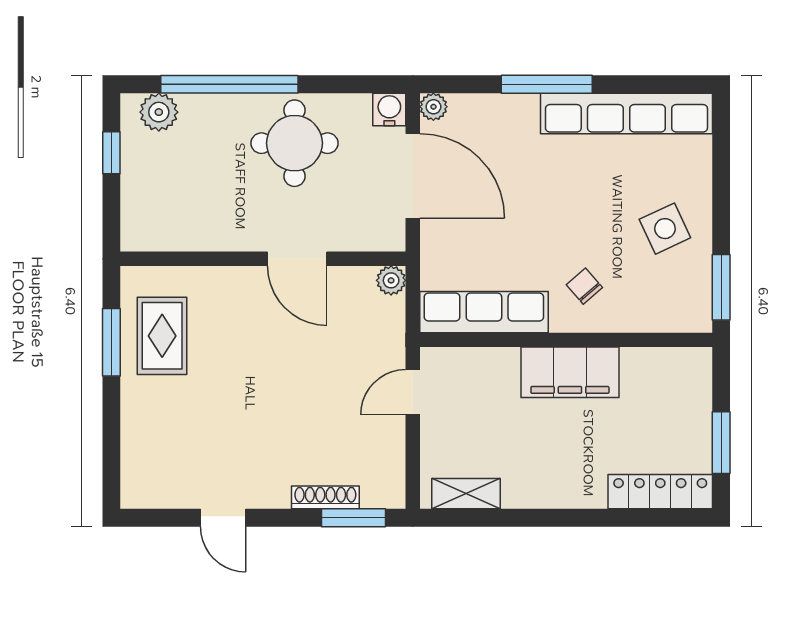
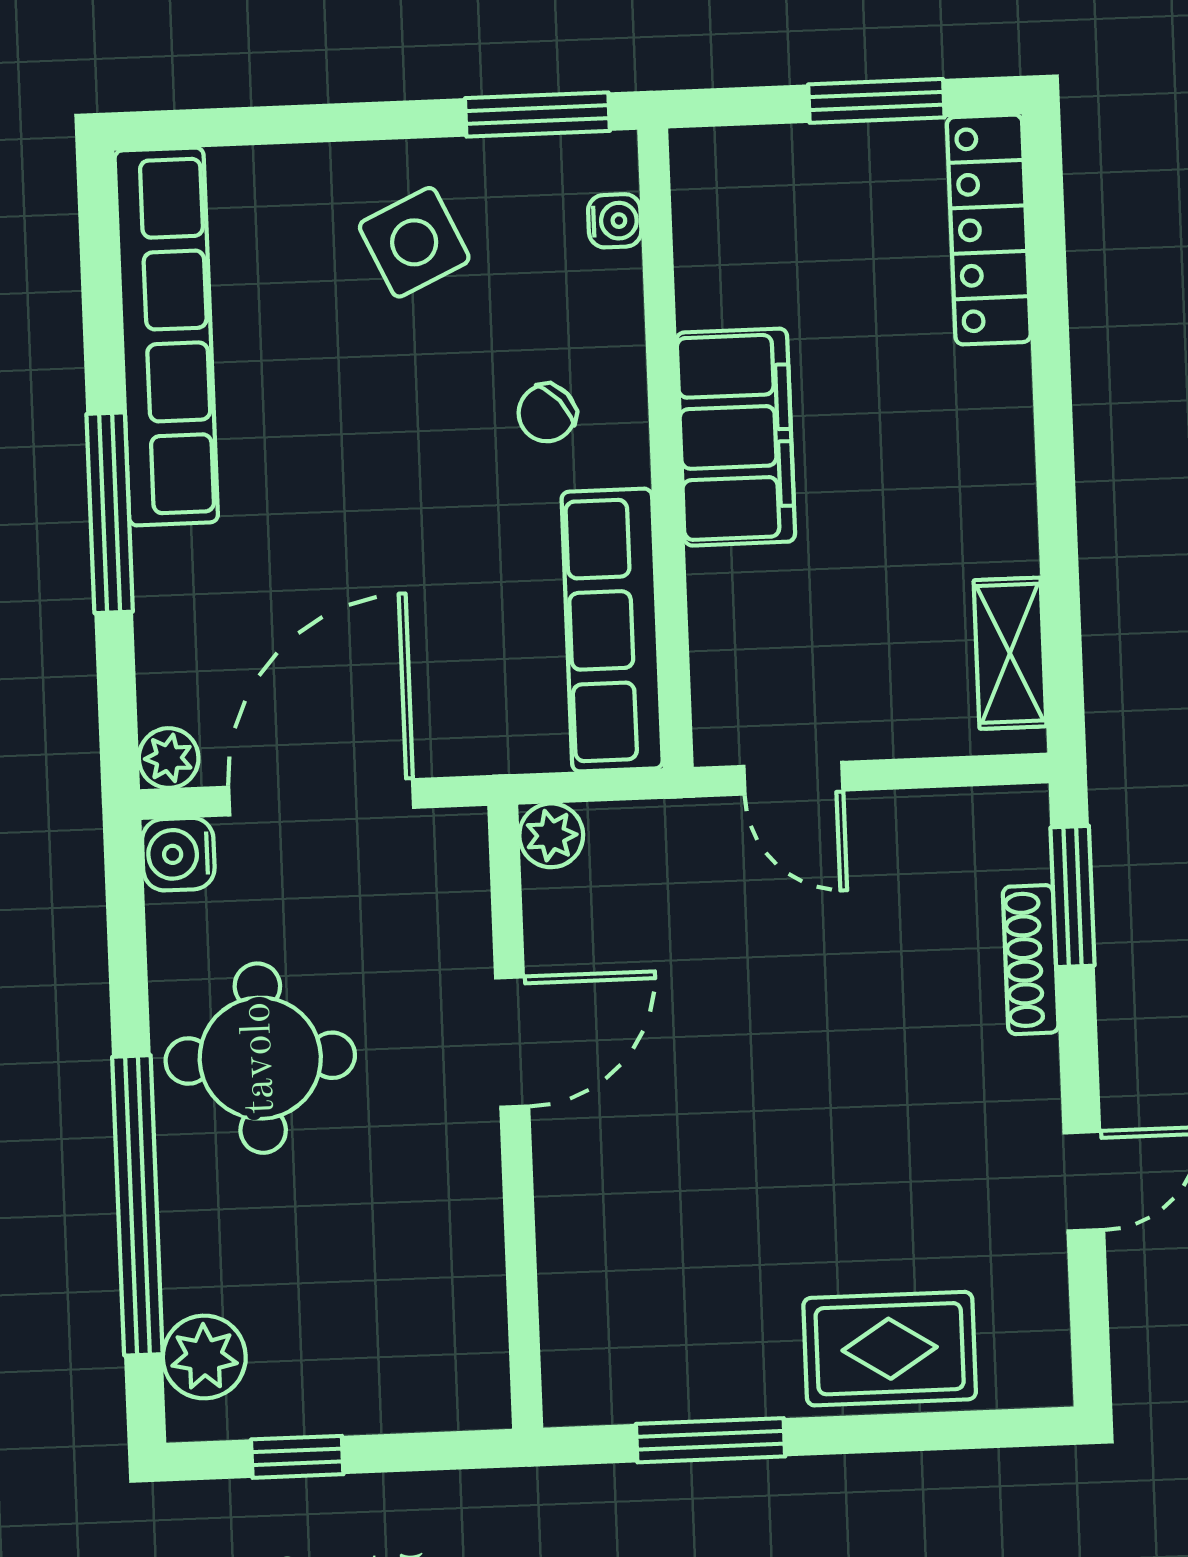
water cooler: (671, 321) -> (615, 221), added
rug: (162, 336) -> (890, 1349), moved

